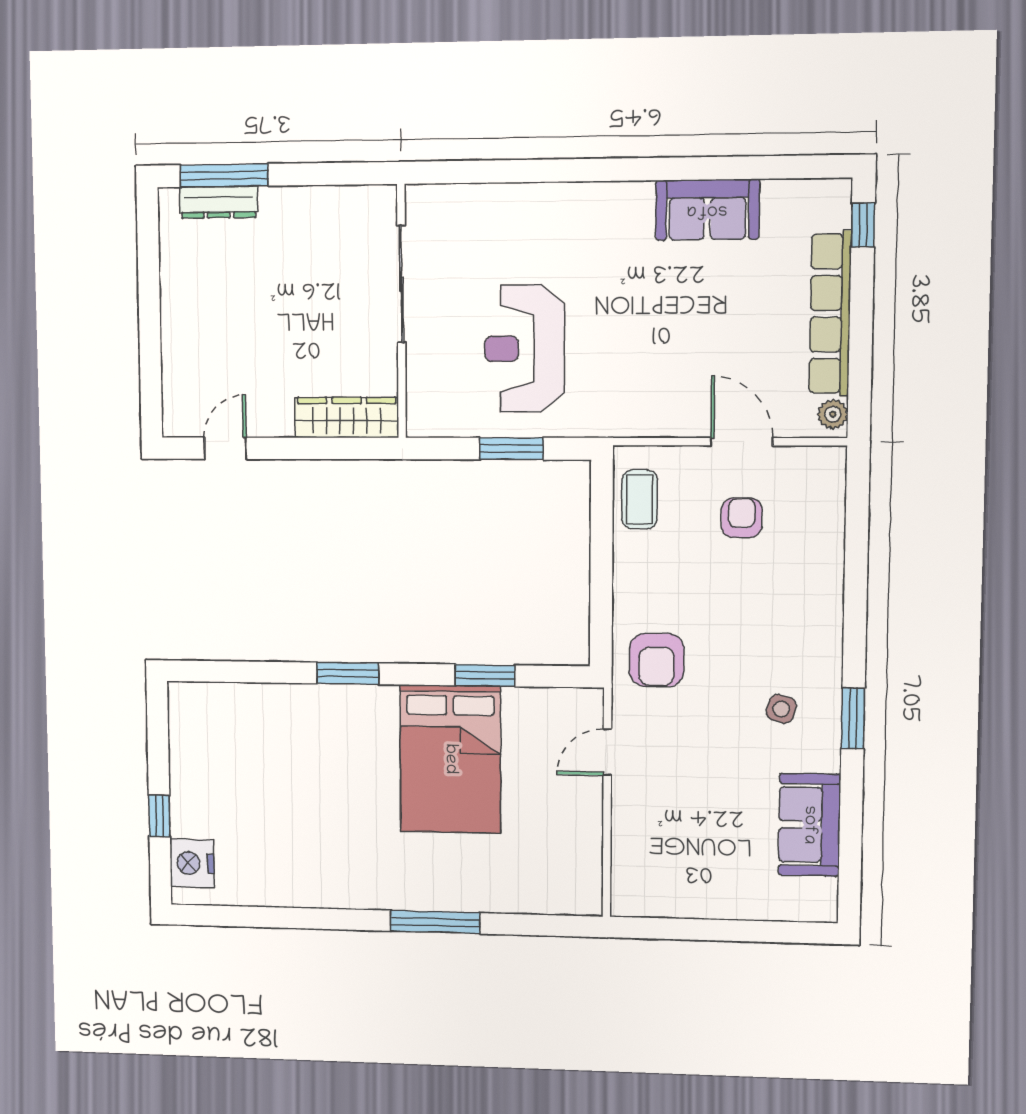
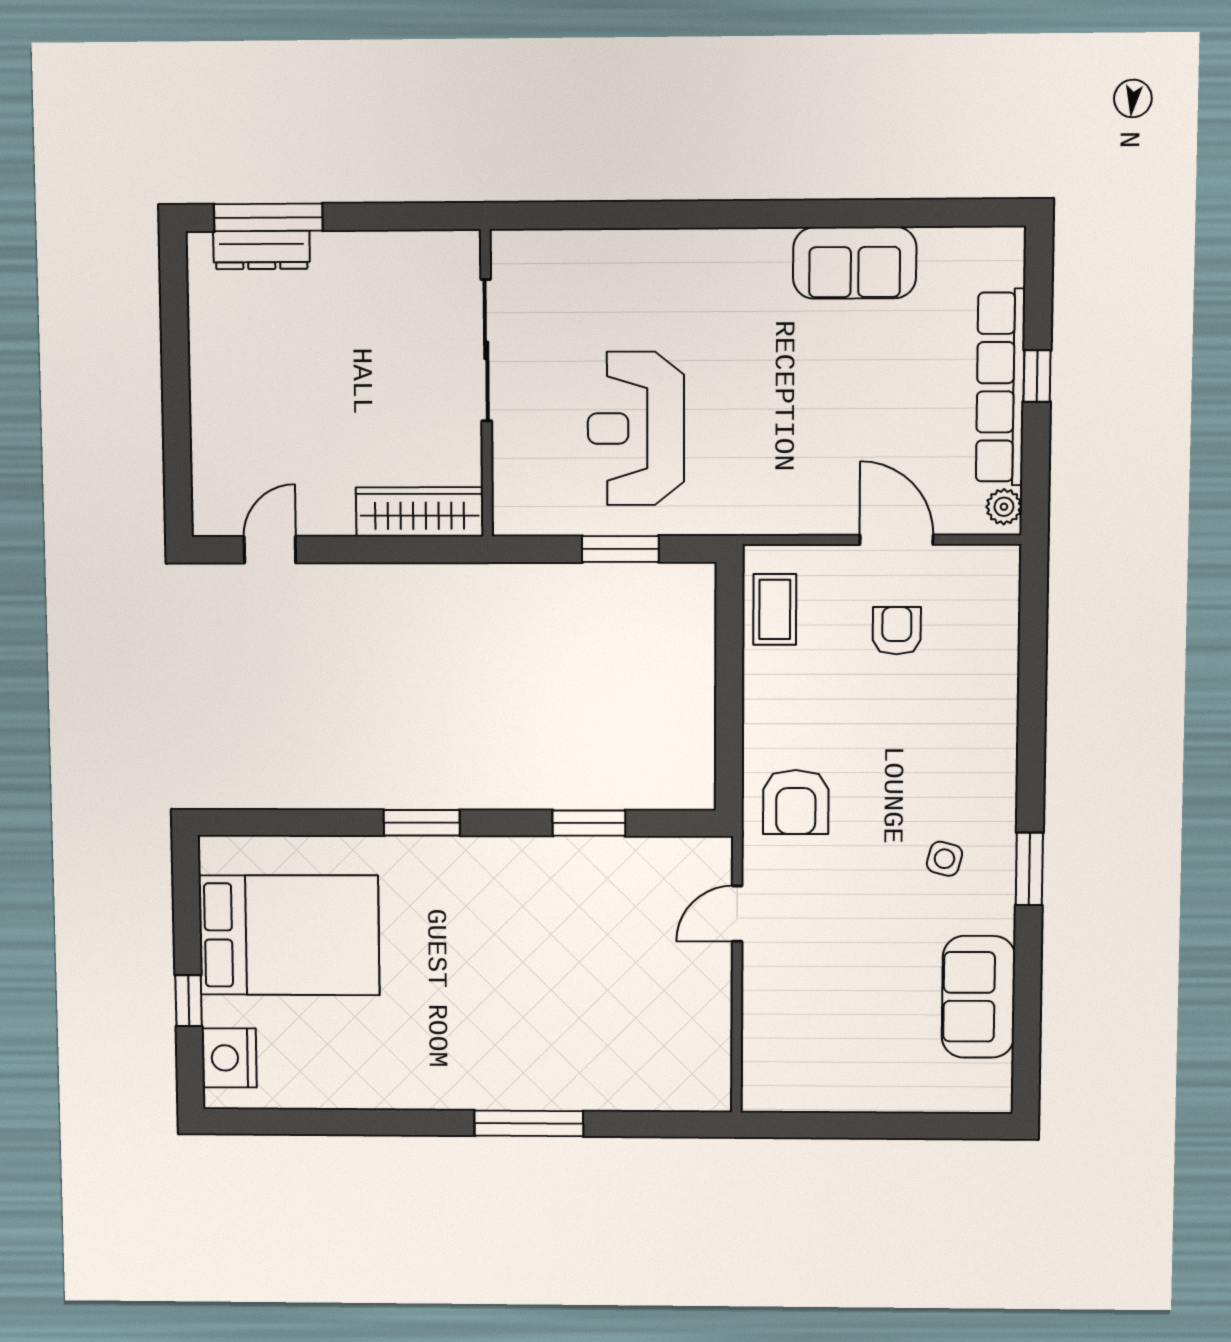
window: (863, 225) -> (1037, 376), moved
bed: (450, 759) -> (289, 935), moved, turned -90

